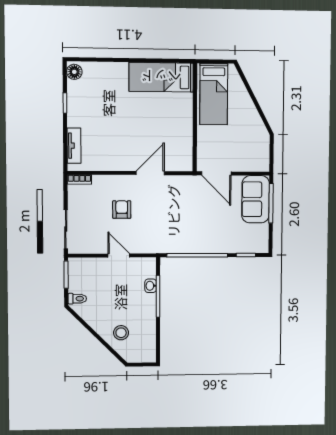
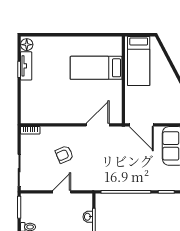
bed: (161, 77) -> (96, 68), moved
tv unit: (74, 146) -> (26, 66), moved
door: (150, 173) -> (98, 125), moved
armchair: (122, 210) -> (64, 154), turned -113
door: (119, 255) -> (62, 192), hinge flipped

